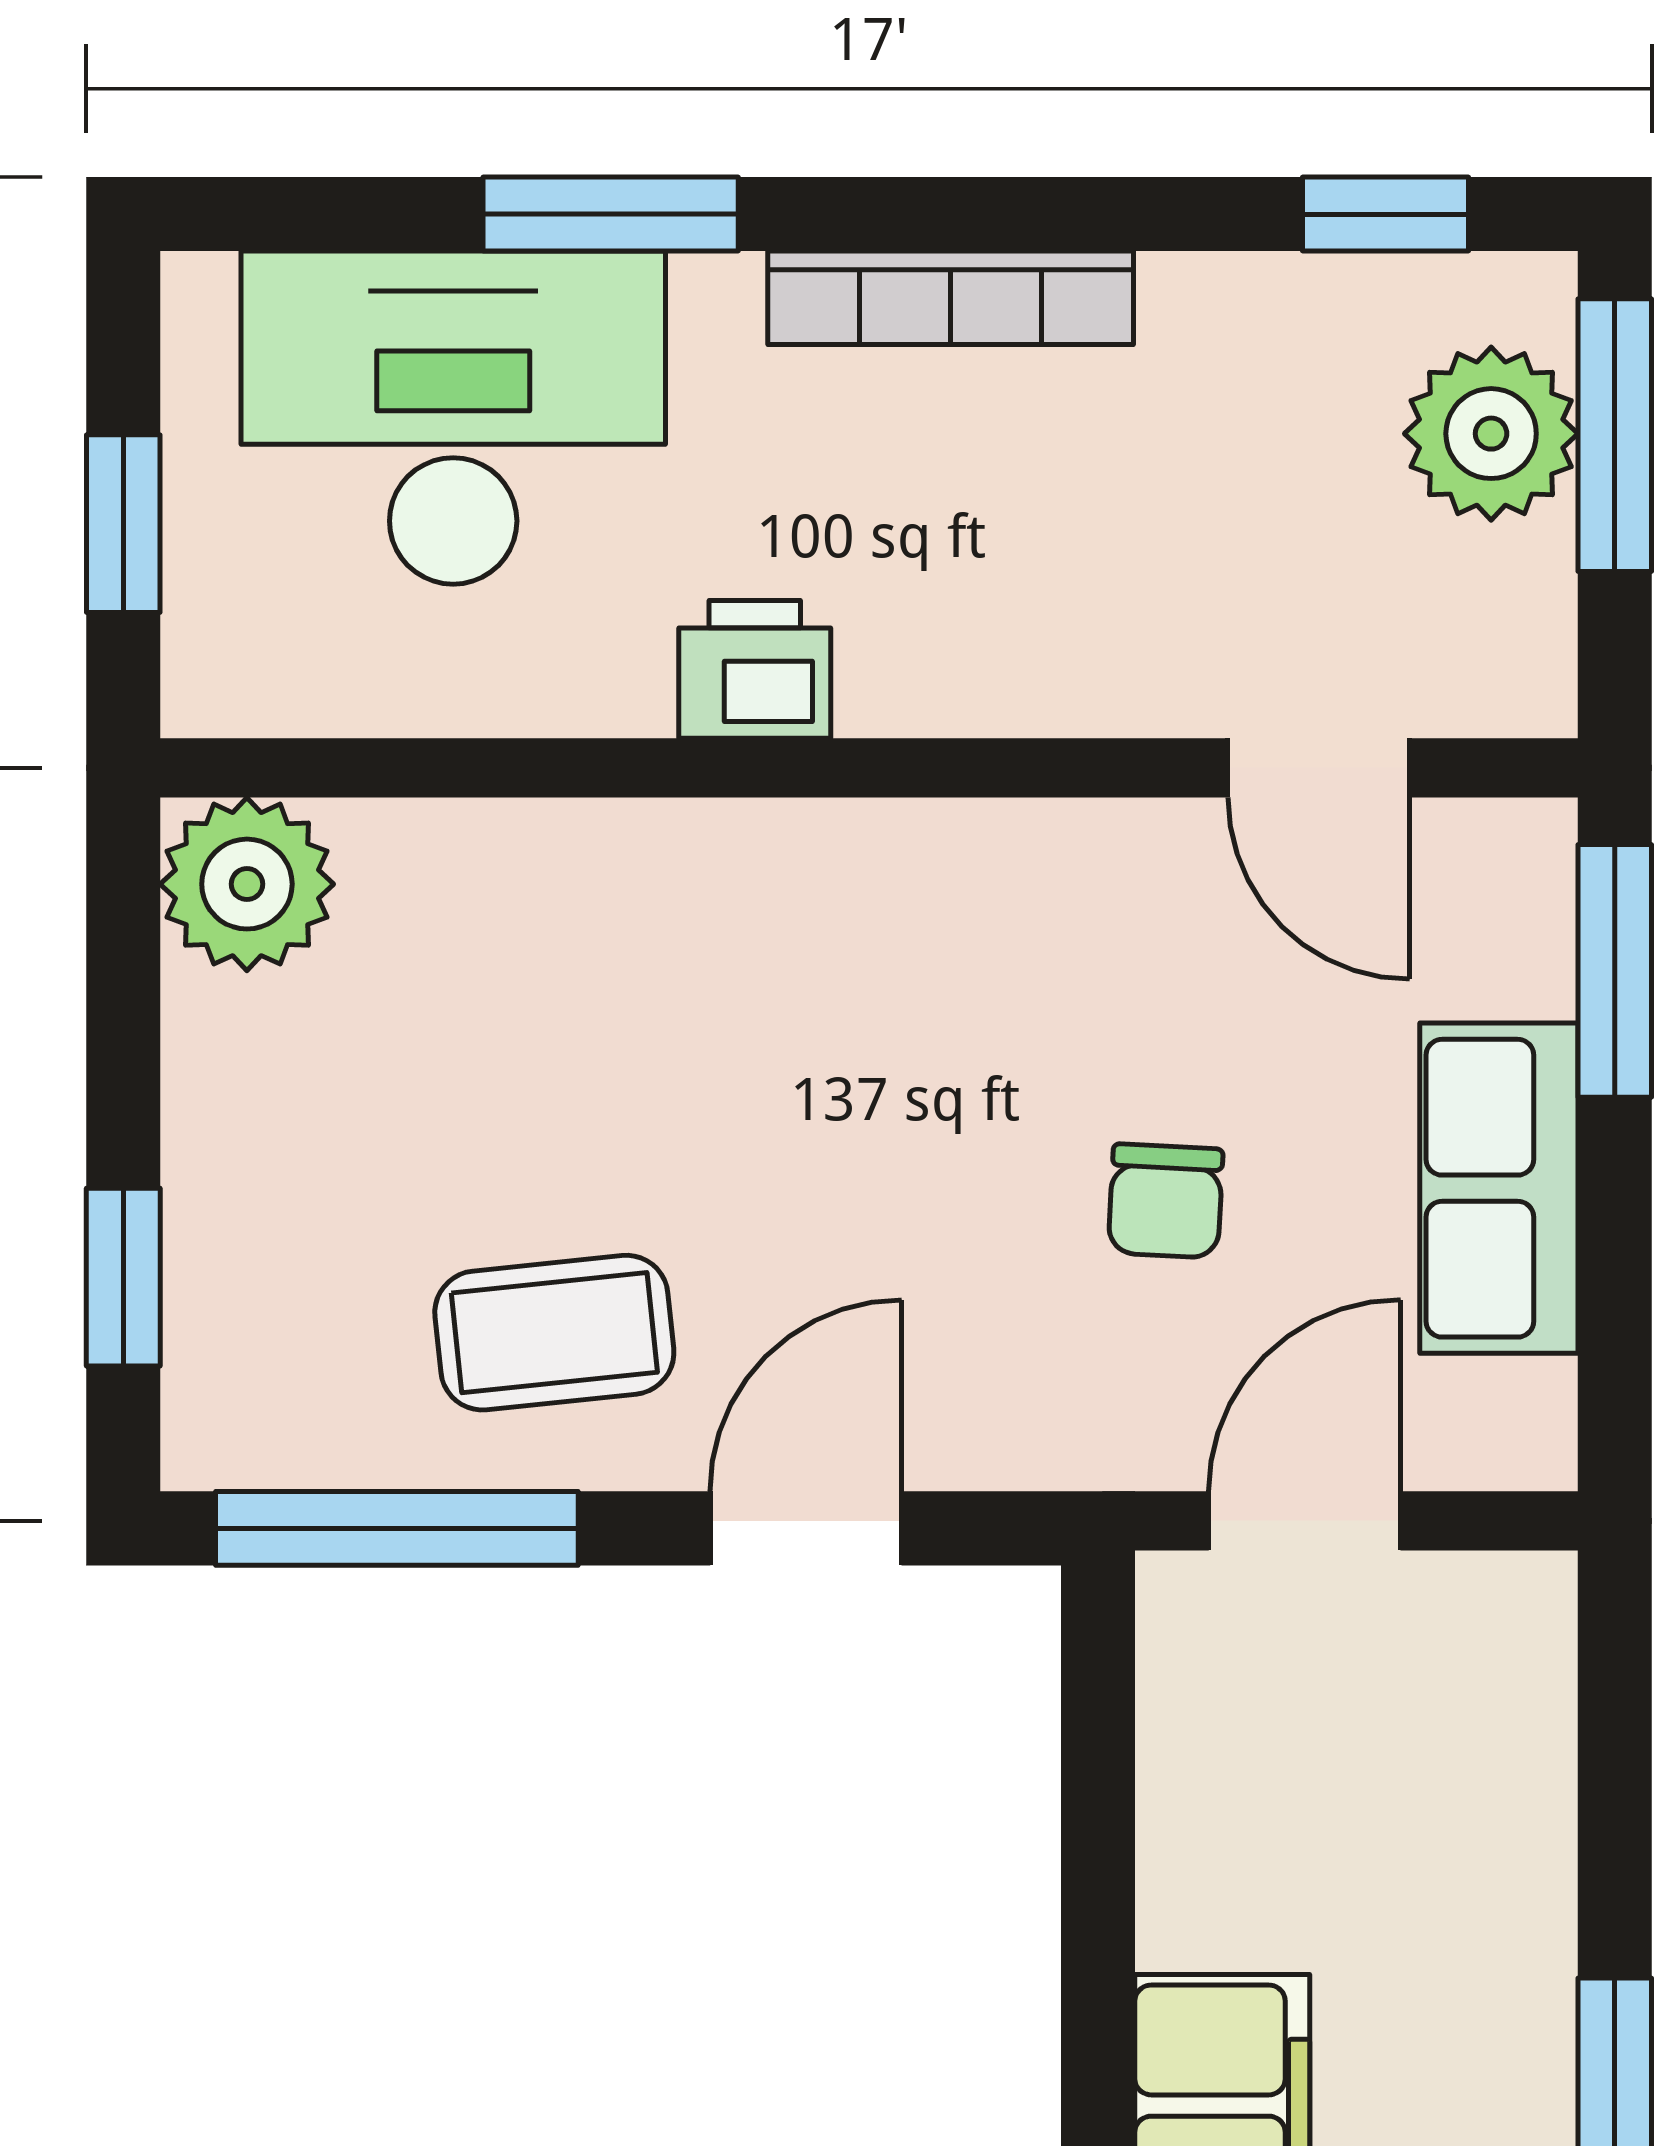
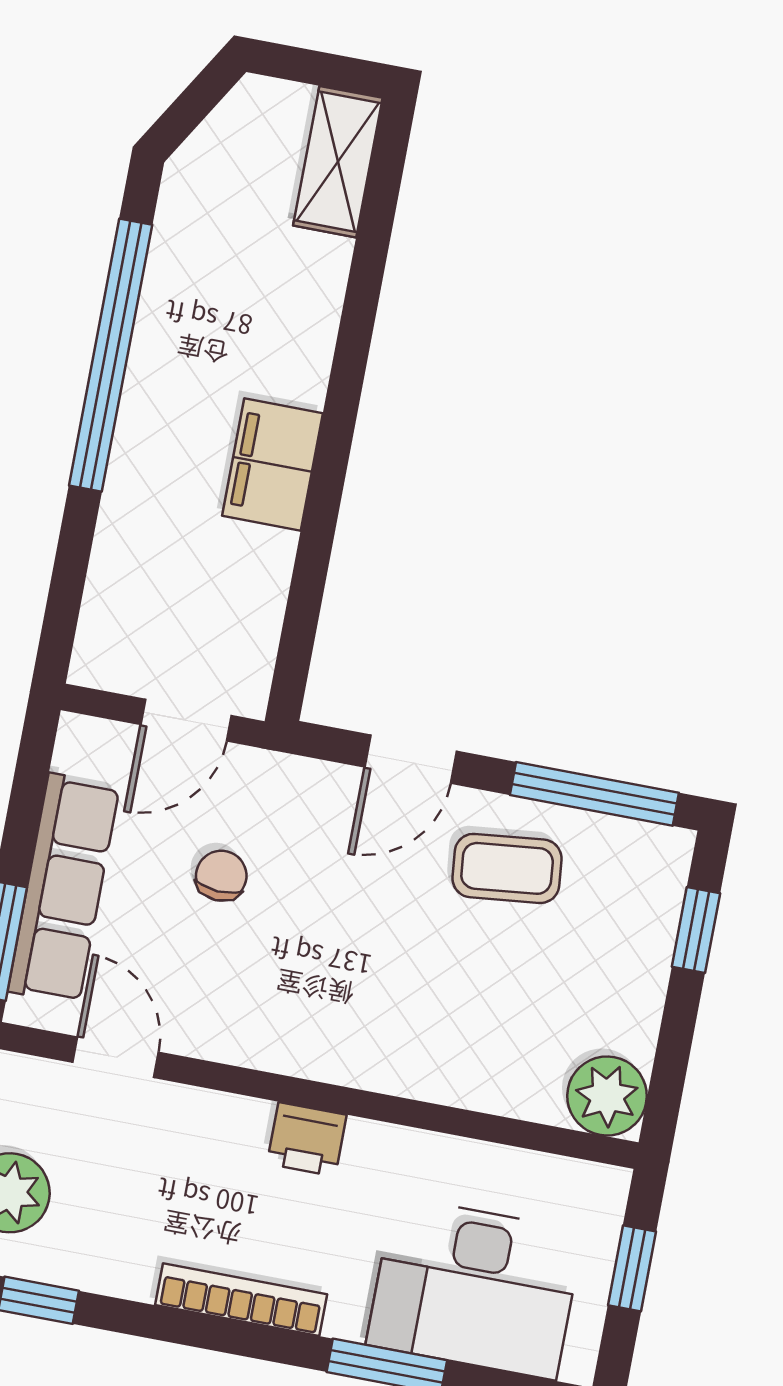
printer: (755, 669) -> (307, 1139), moved
row of seats: (1499, 1188) -> (64, 889), width x1.48

